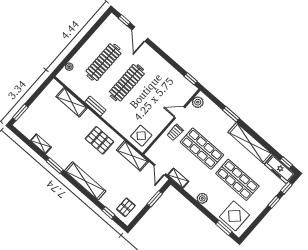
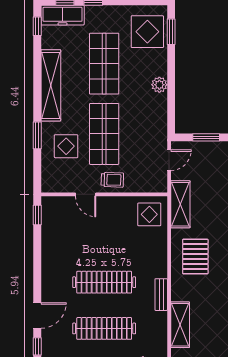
plant: (198, 102) -> (56, 184), removed
display table: (213, 124) -> (66, 146), added
freezer: (280, 169) -> (63, 15), moved, turned 90
shelving: (178, 178) -> (160, 132), removed

